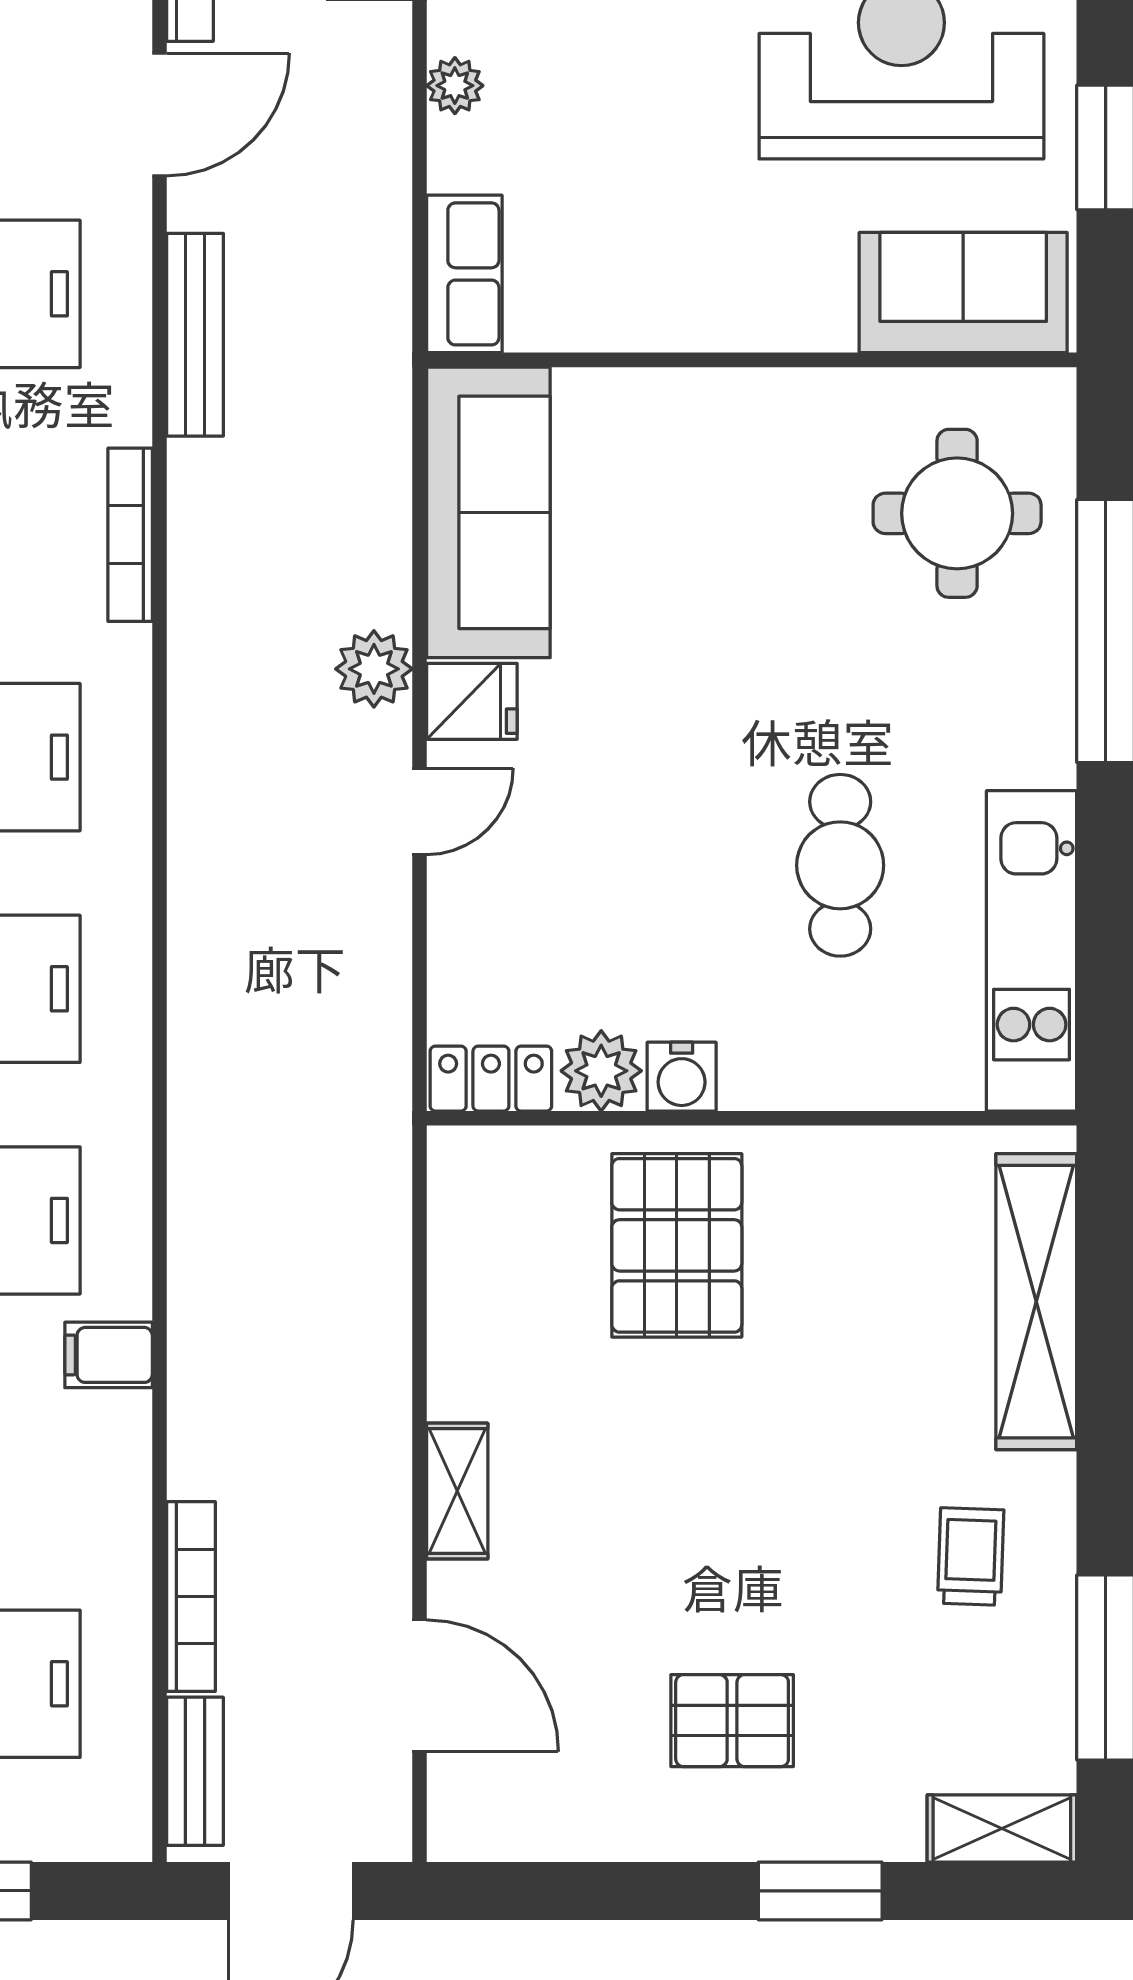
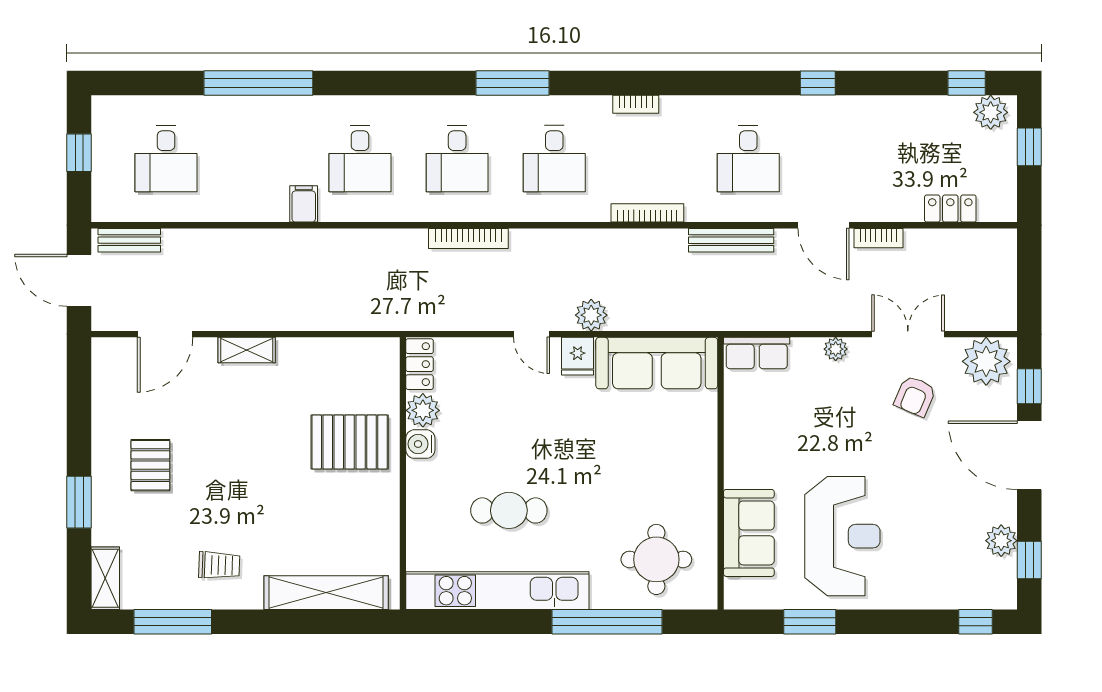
sofa: (963, 293) -> (749, 533), moved
kitchen unit: (1032, 951) -> (497, 591), width x1.36
bookcase: (191, 1597) -> (468, 238), moved

